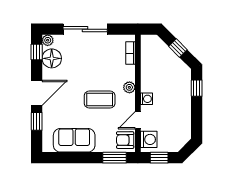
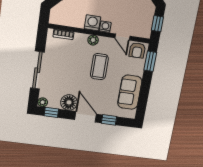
floor lamp: (52, 58) -> (69, 102), moved
washing machine: (149, 139) -> (92, 23), moved

